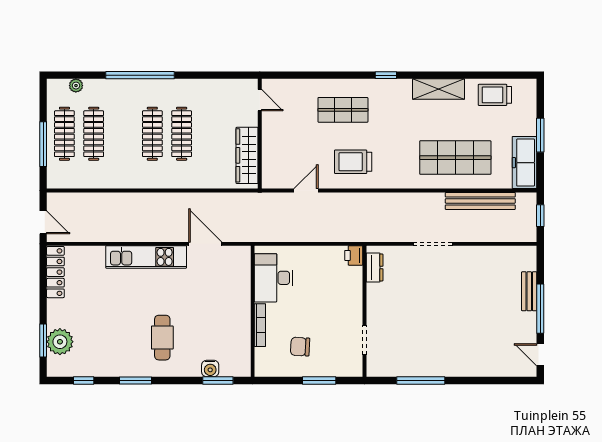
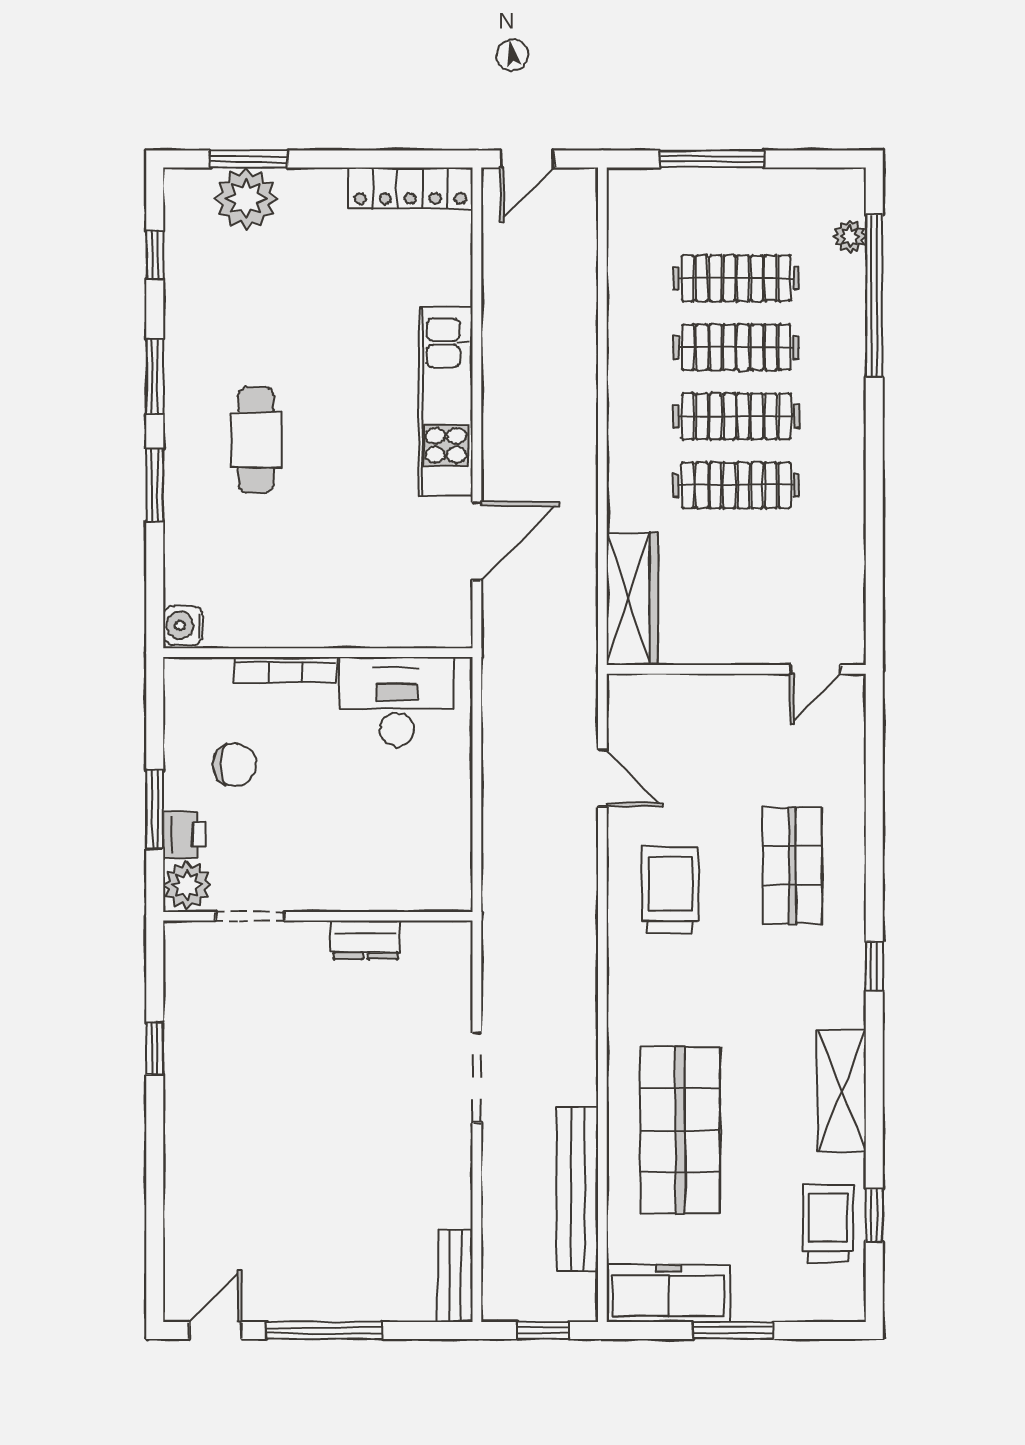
window: (140, 75) -> (874, 296), moved
window: (491, 75) -> (874, 1215), added
clothes rail: (64, 134) -> (736, 347), moved
wardrobe: (247, 155) -> (632, 599), moved, turned 90
printer: (354, 255) -> (184, 835), moved, turned 90
dresser: (375, 267) -> (365, 940), moved
bench: (529, 291) -> (455, 1276), moved, turned 90
cafe table: (162, 338) -> (256, 440), turned 90
chair: (300, 347) -> (235, 765), turned 87
plant: (351, 367) -> (187, 885), added
water cooler: (210, 369) -> (183, 625), moved
window: (218, 380) -> (155, 485), moved
window: (421, 380) -> (155, 1049), width x0.46

